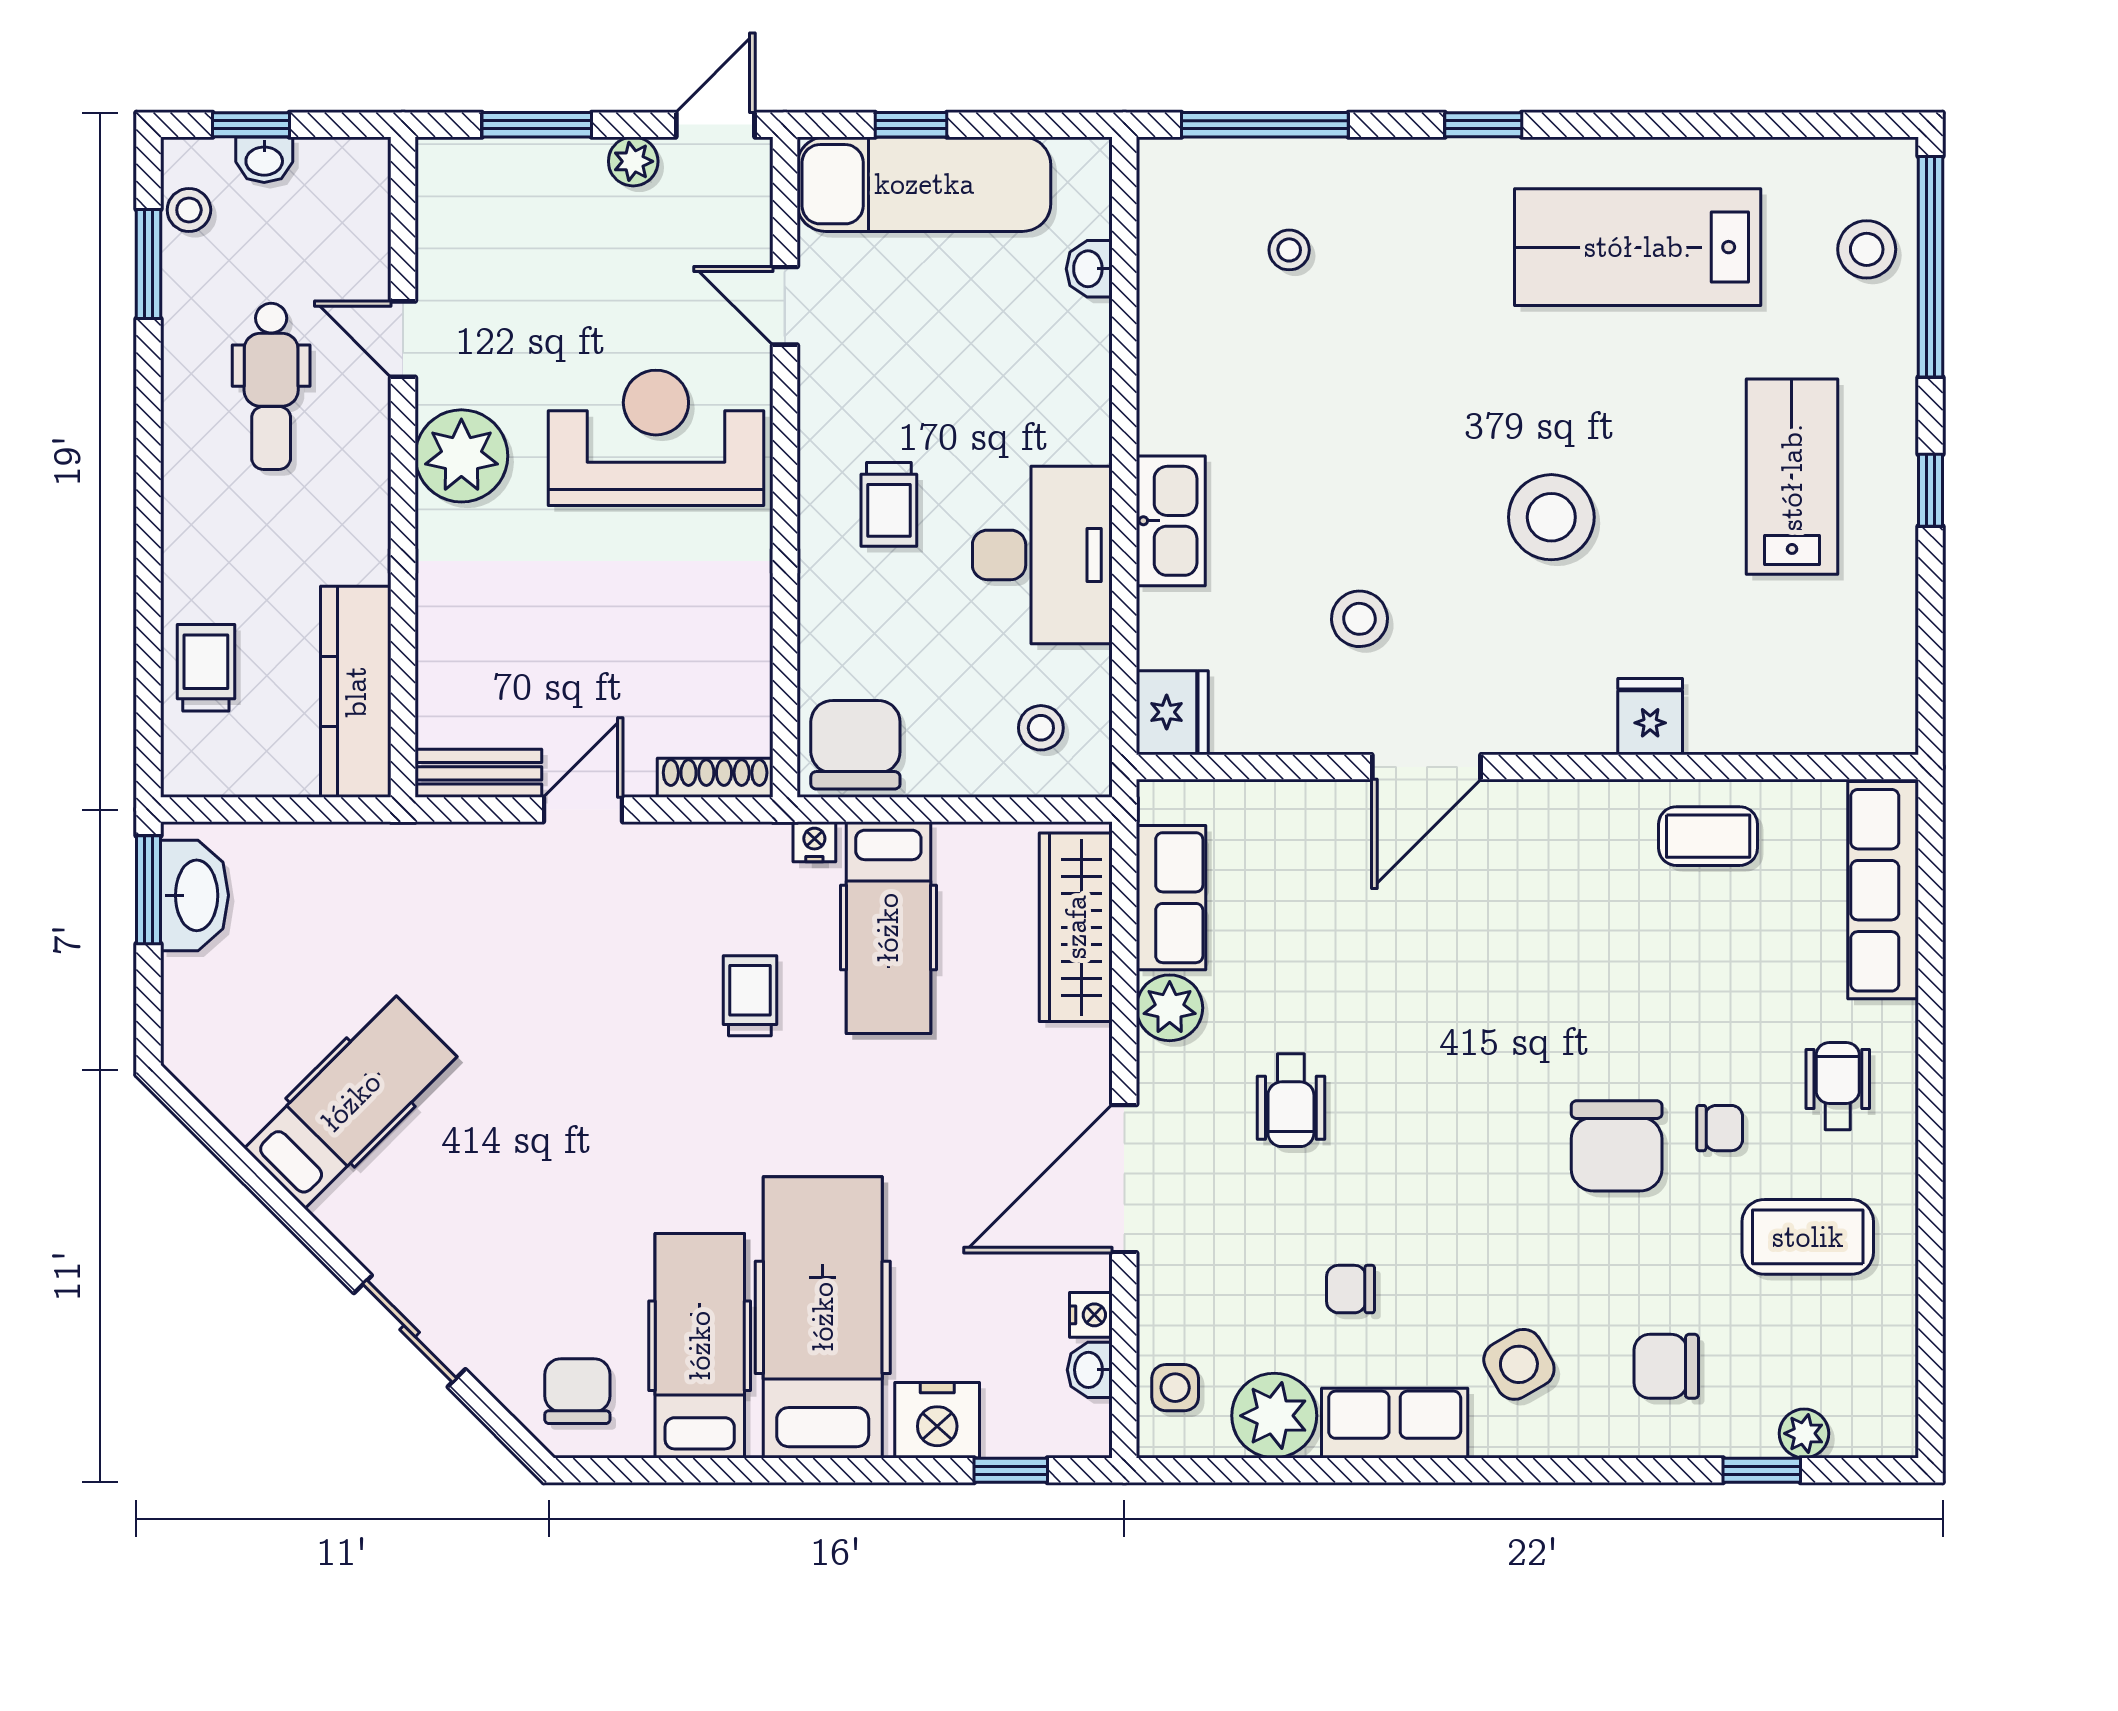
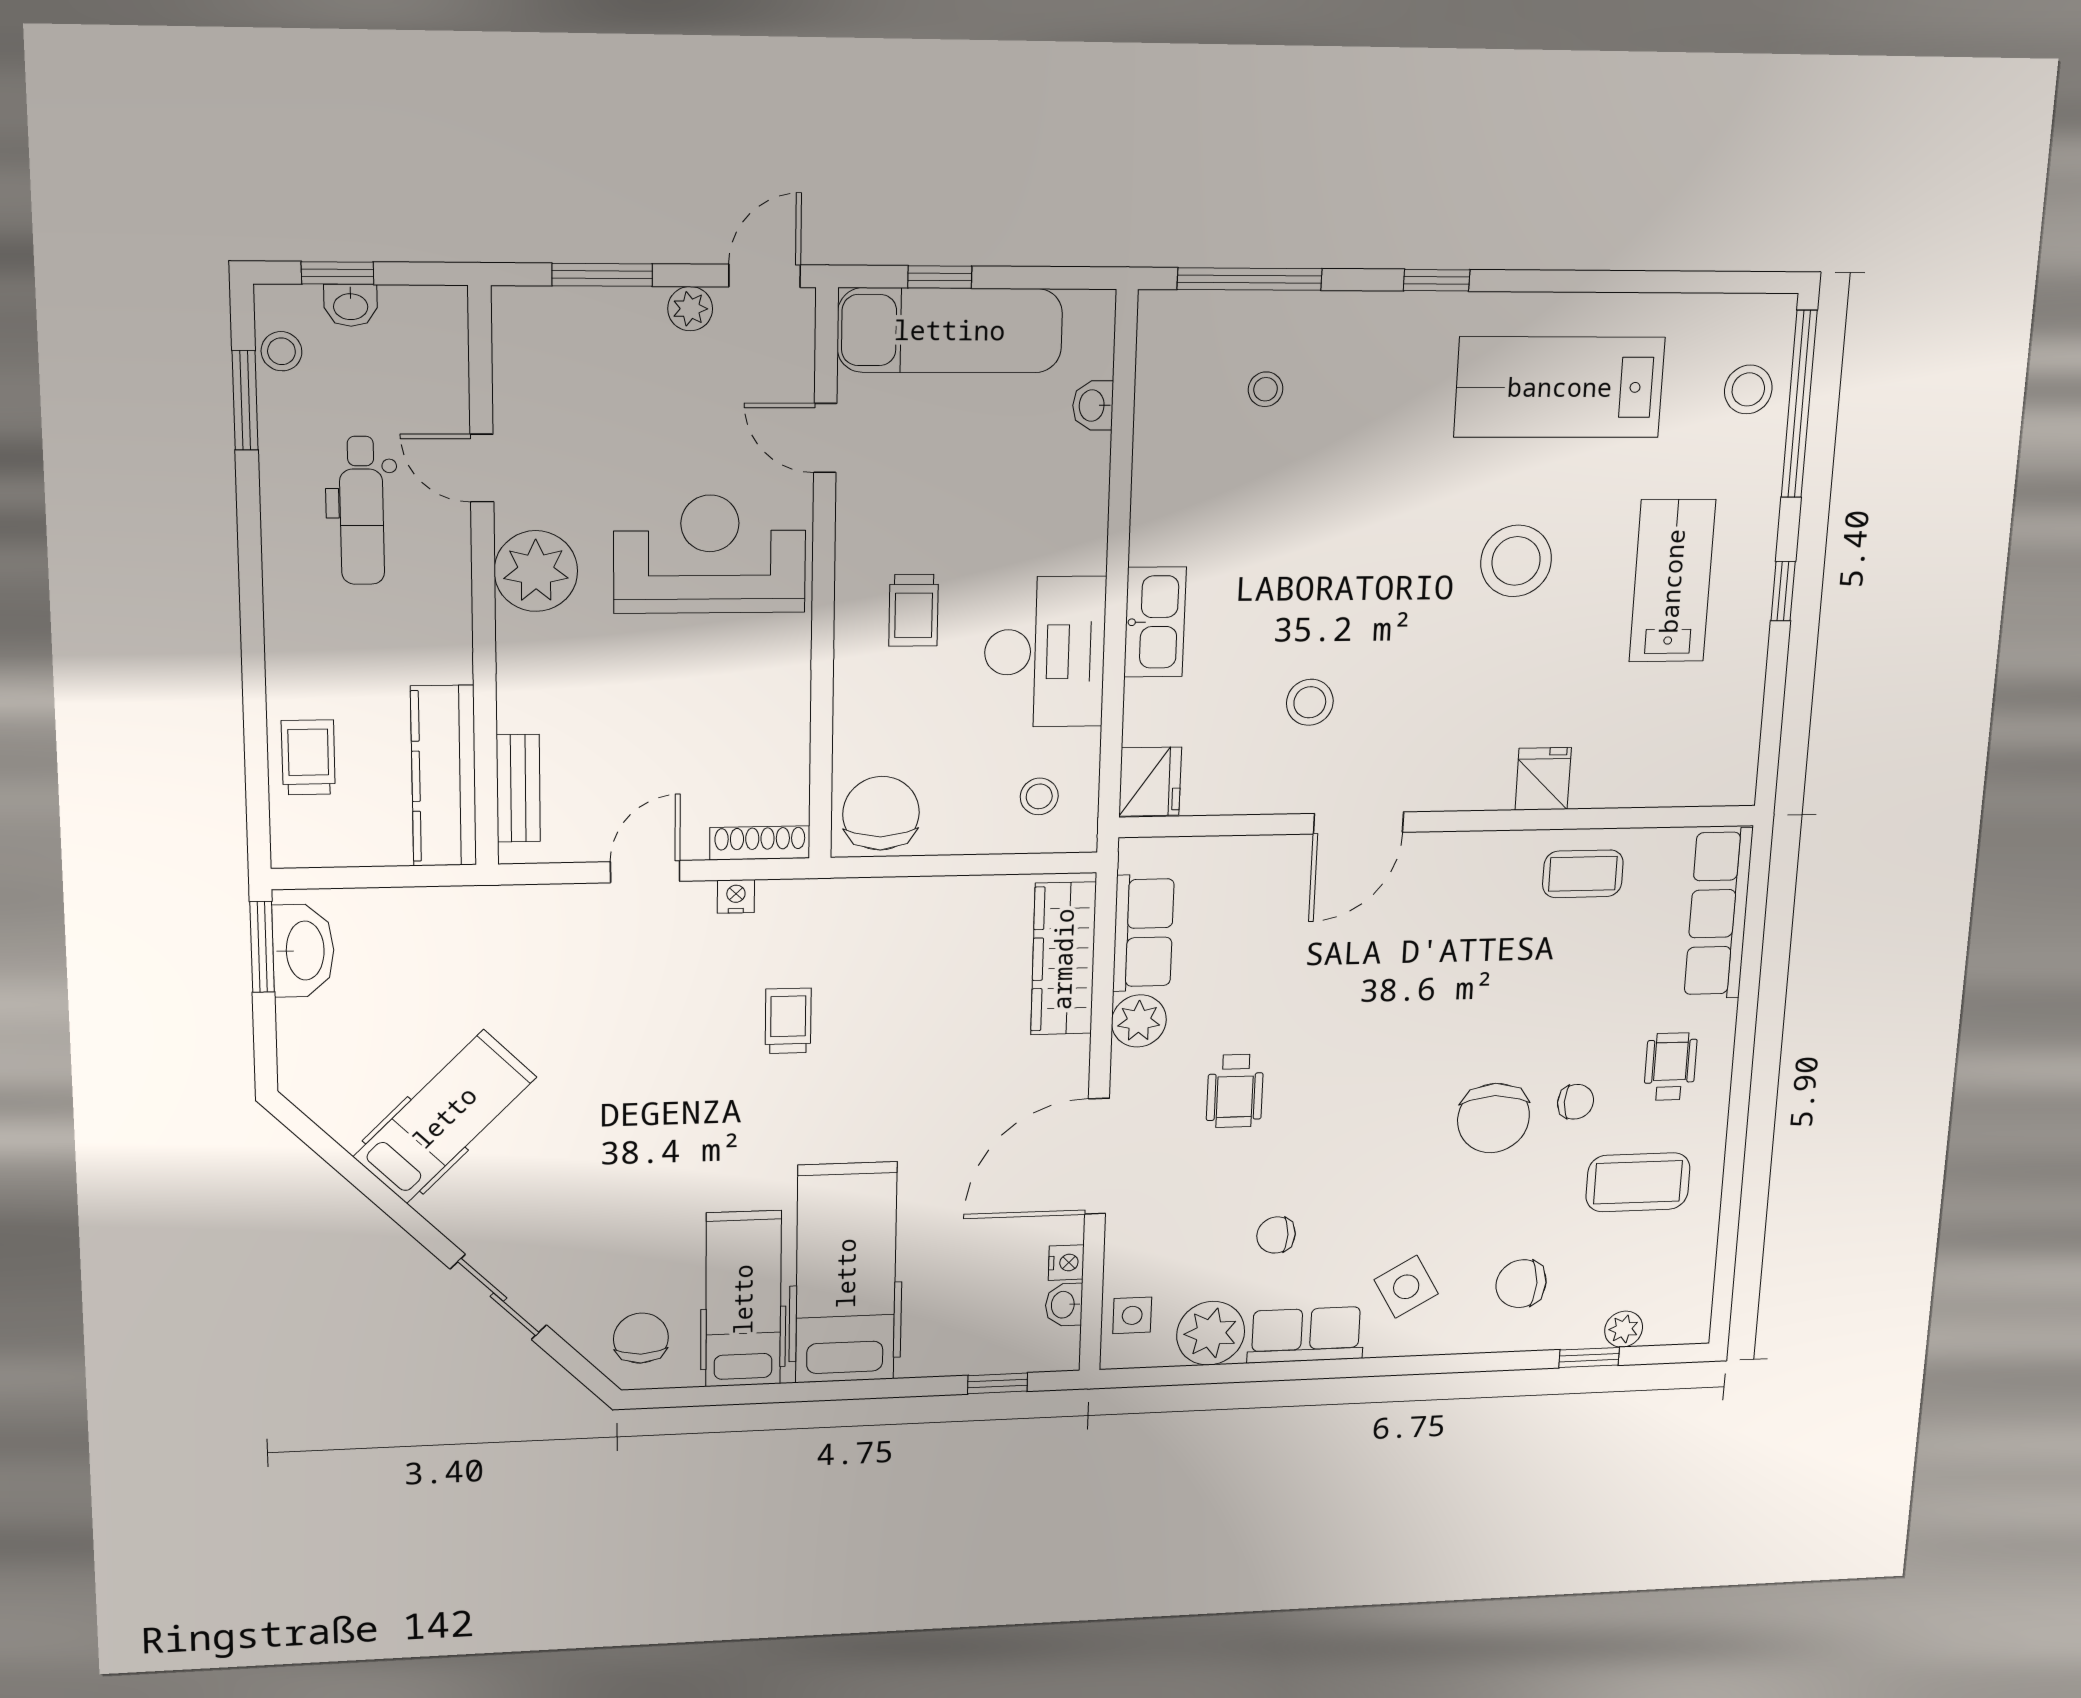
stool: (1551, 517) -> (1516, 561), moved
bench: (478, 773) -> (518, 788), moved, turned 90
nightstand: (814, 842) -> (736, 896), moved
hospital bed: (888, 928) -> (906, 963), removed
nightstand: (937, 1420) -> (939, 1348), removed

